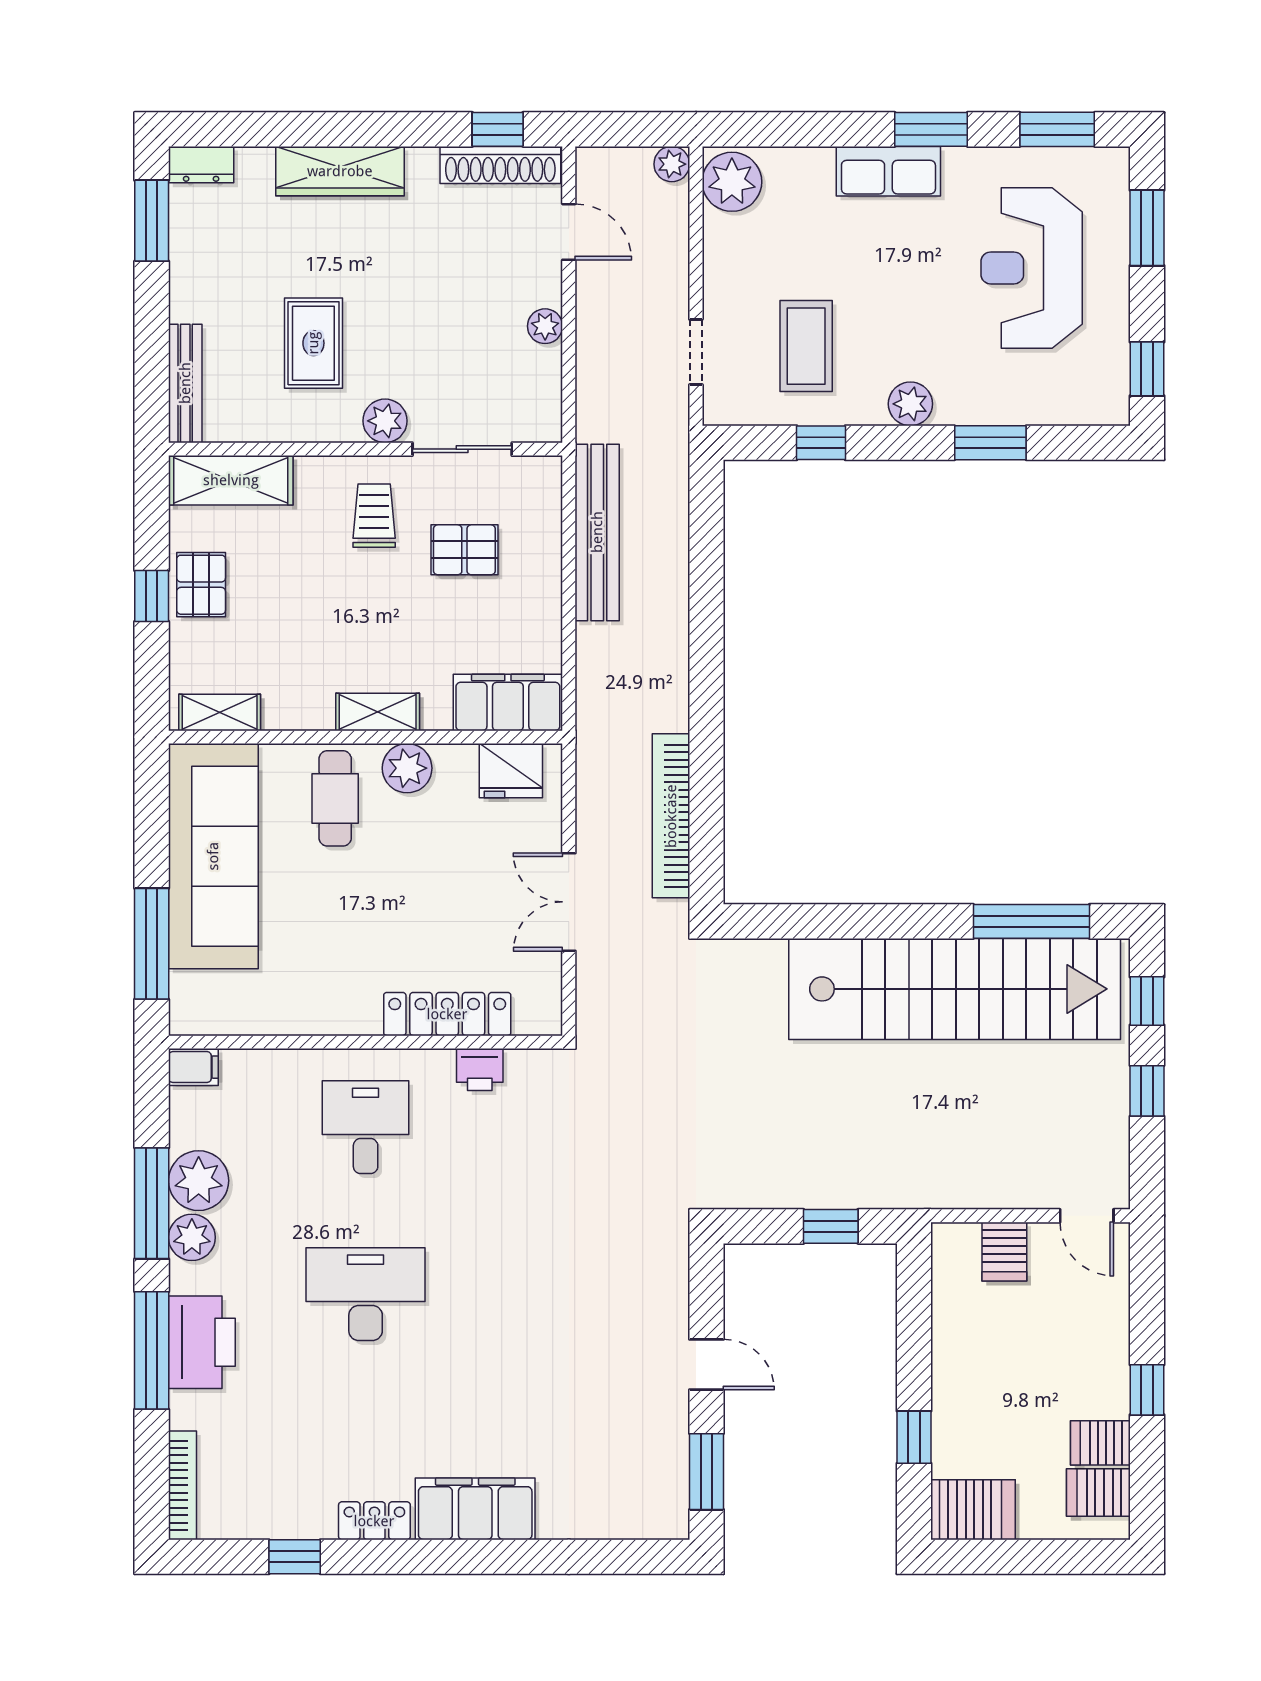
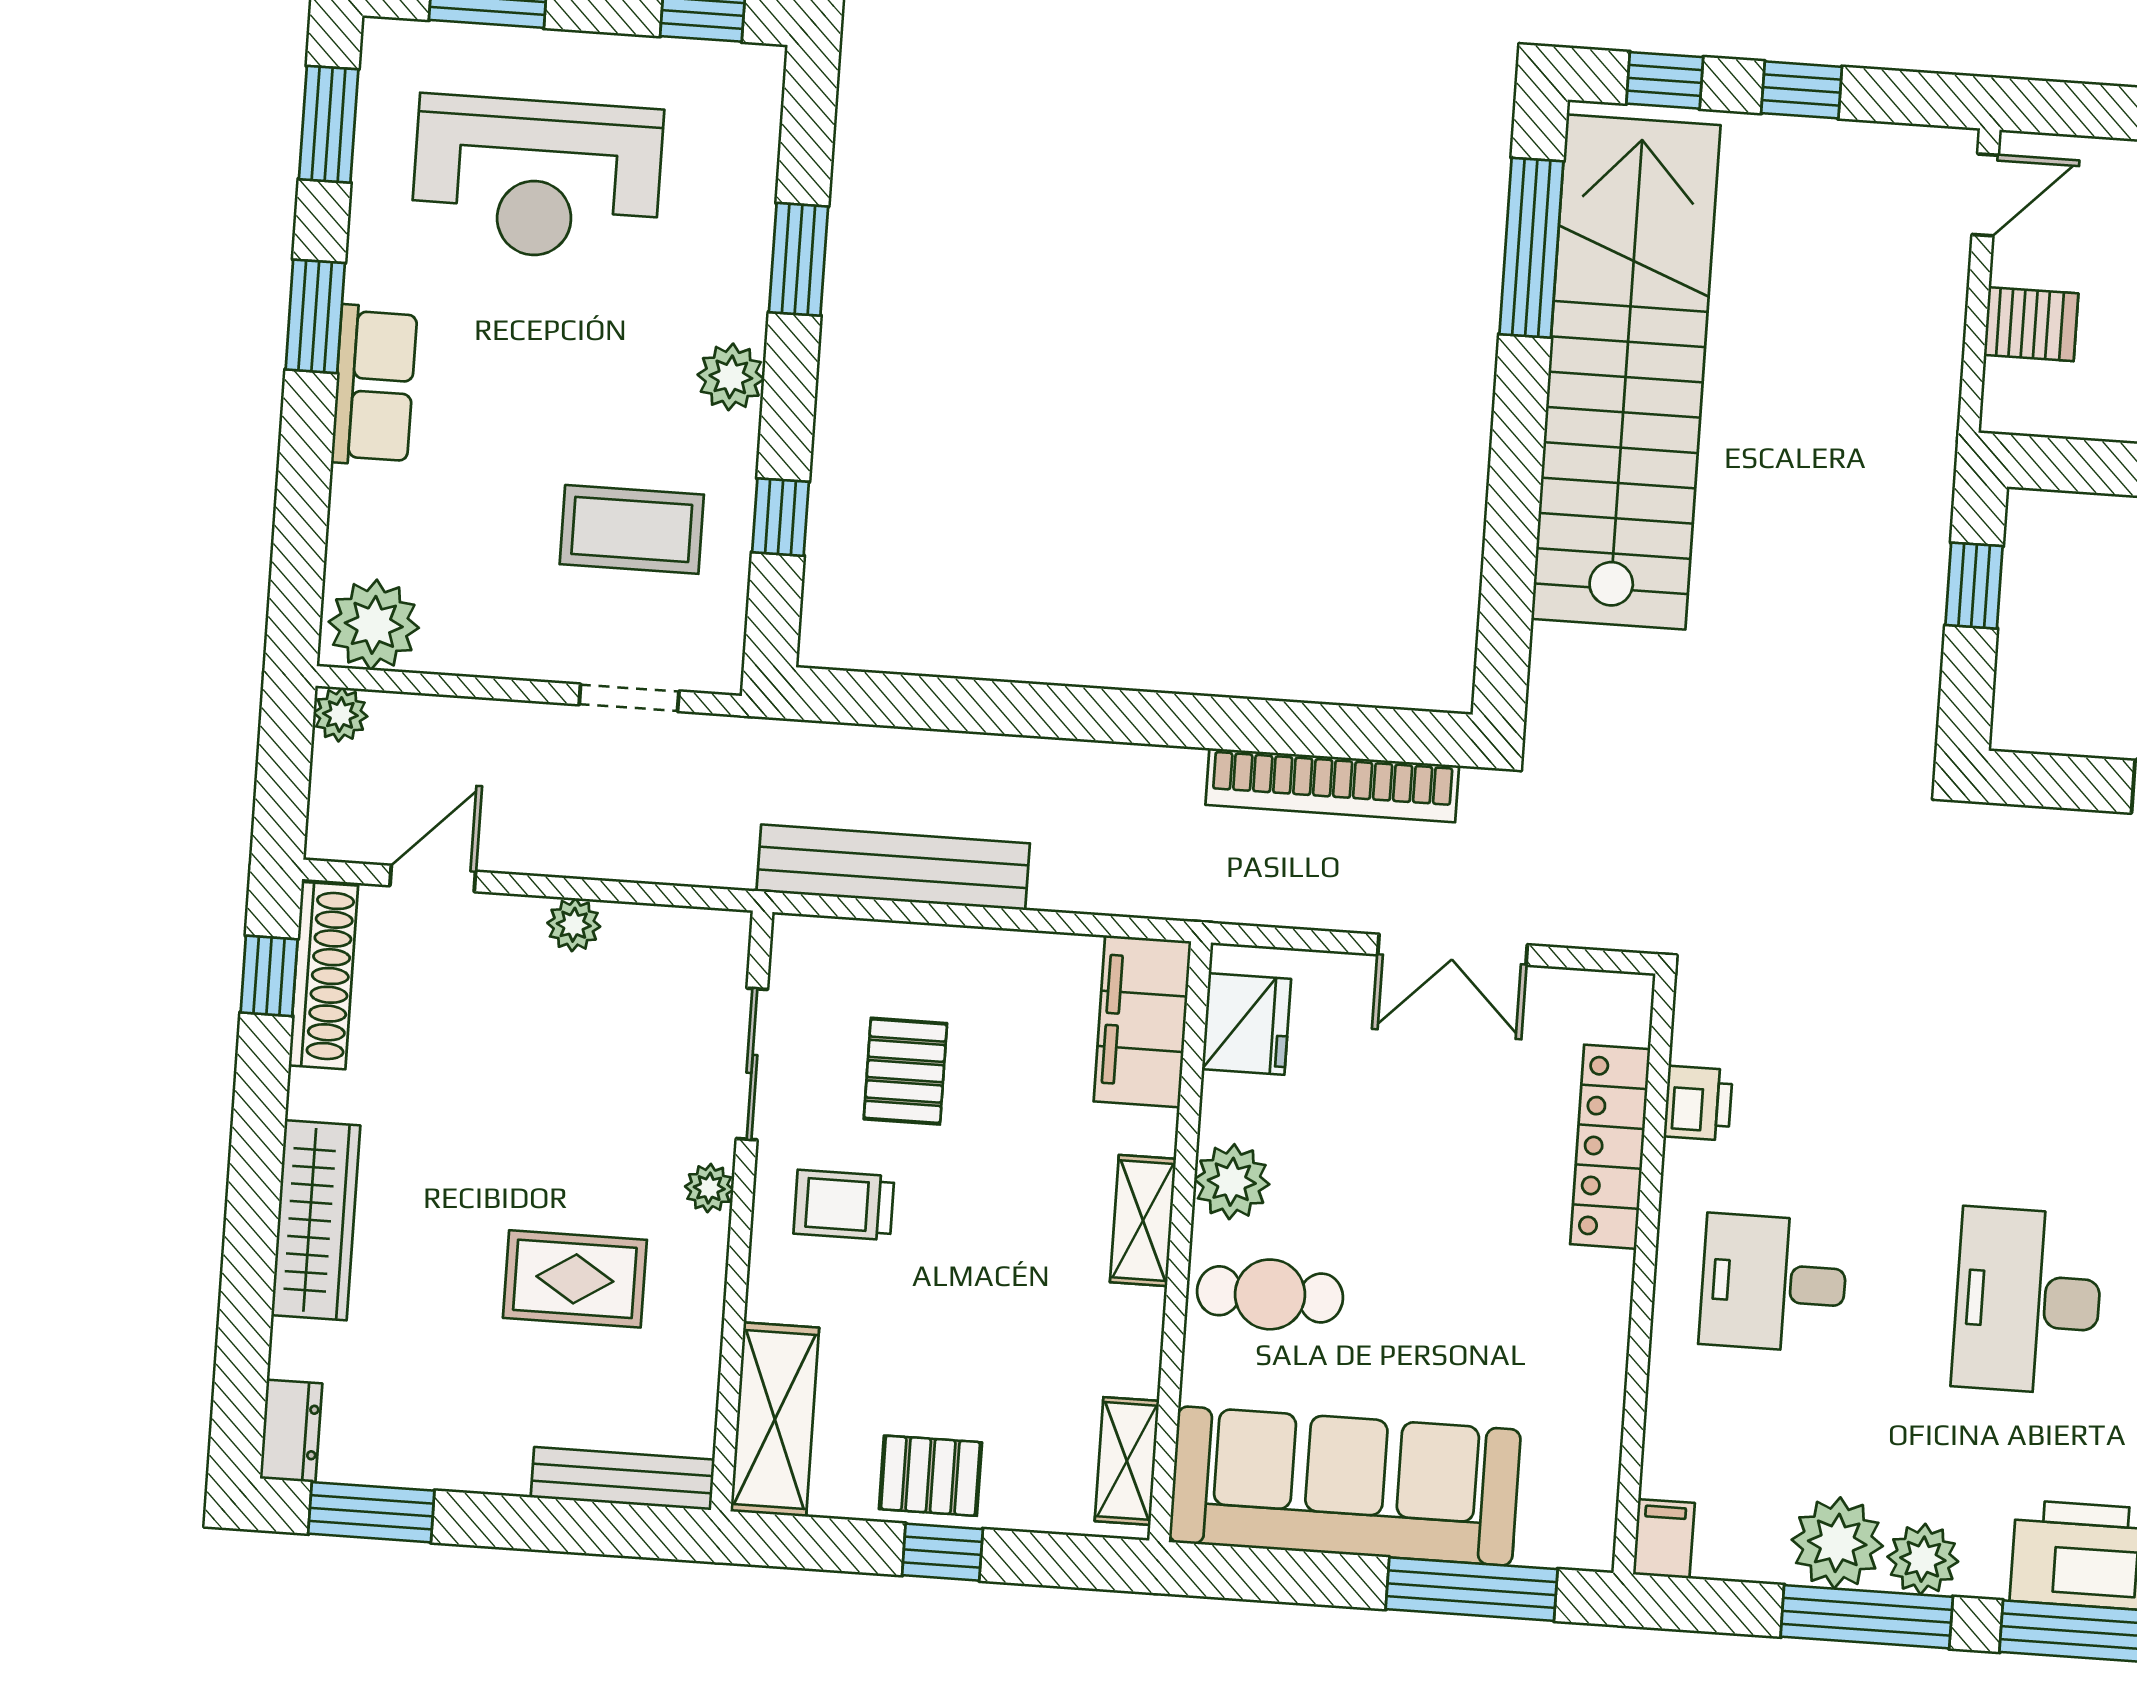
plant: (385, 421) -> (709, 1188), width x0.73, depth x0.73

